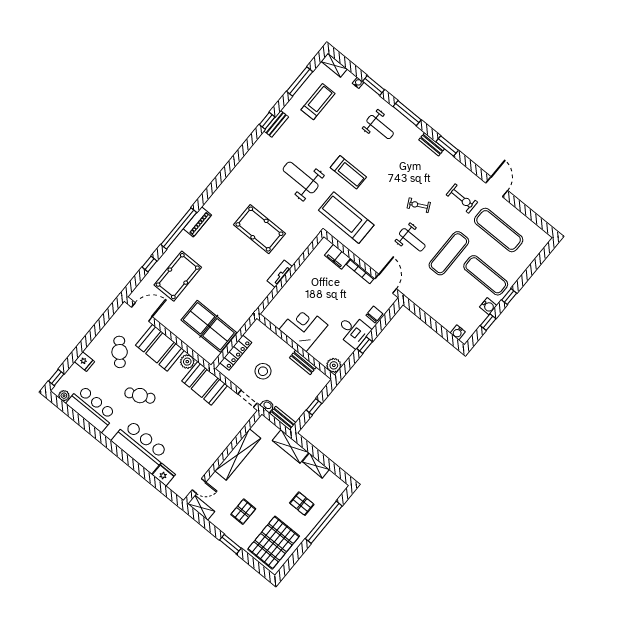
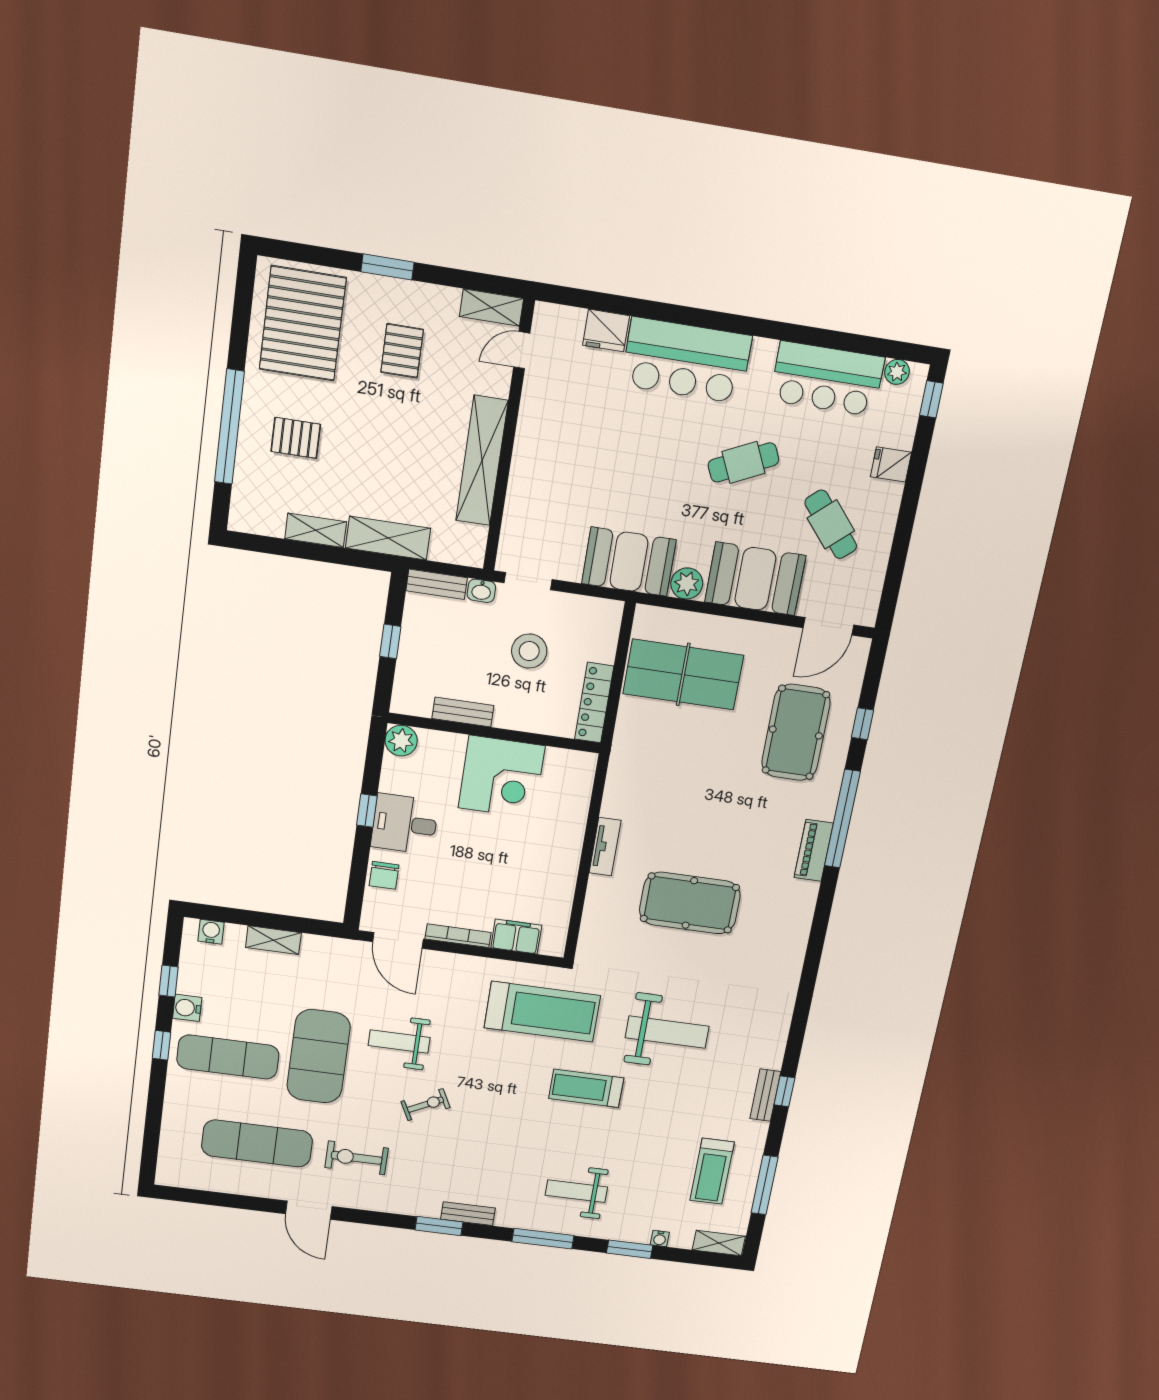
exercise mat: (449, 253) -> (319, 1056), width x1.47
shelving: (435, 314) -> (273, 940), added
locker: (236, 353) -> (594, 703), moved

